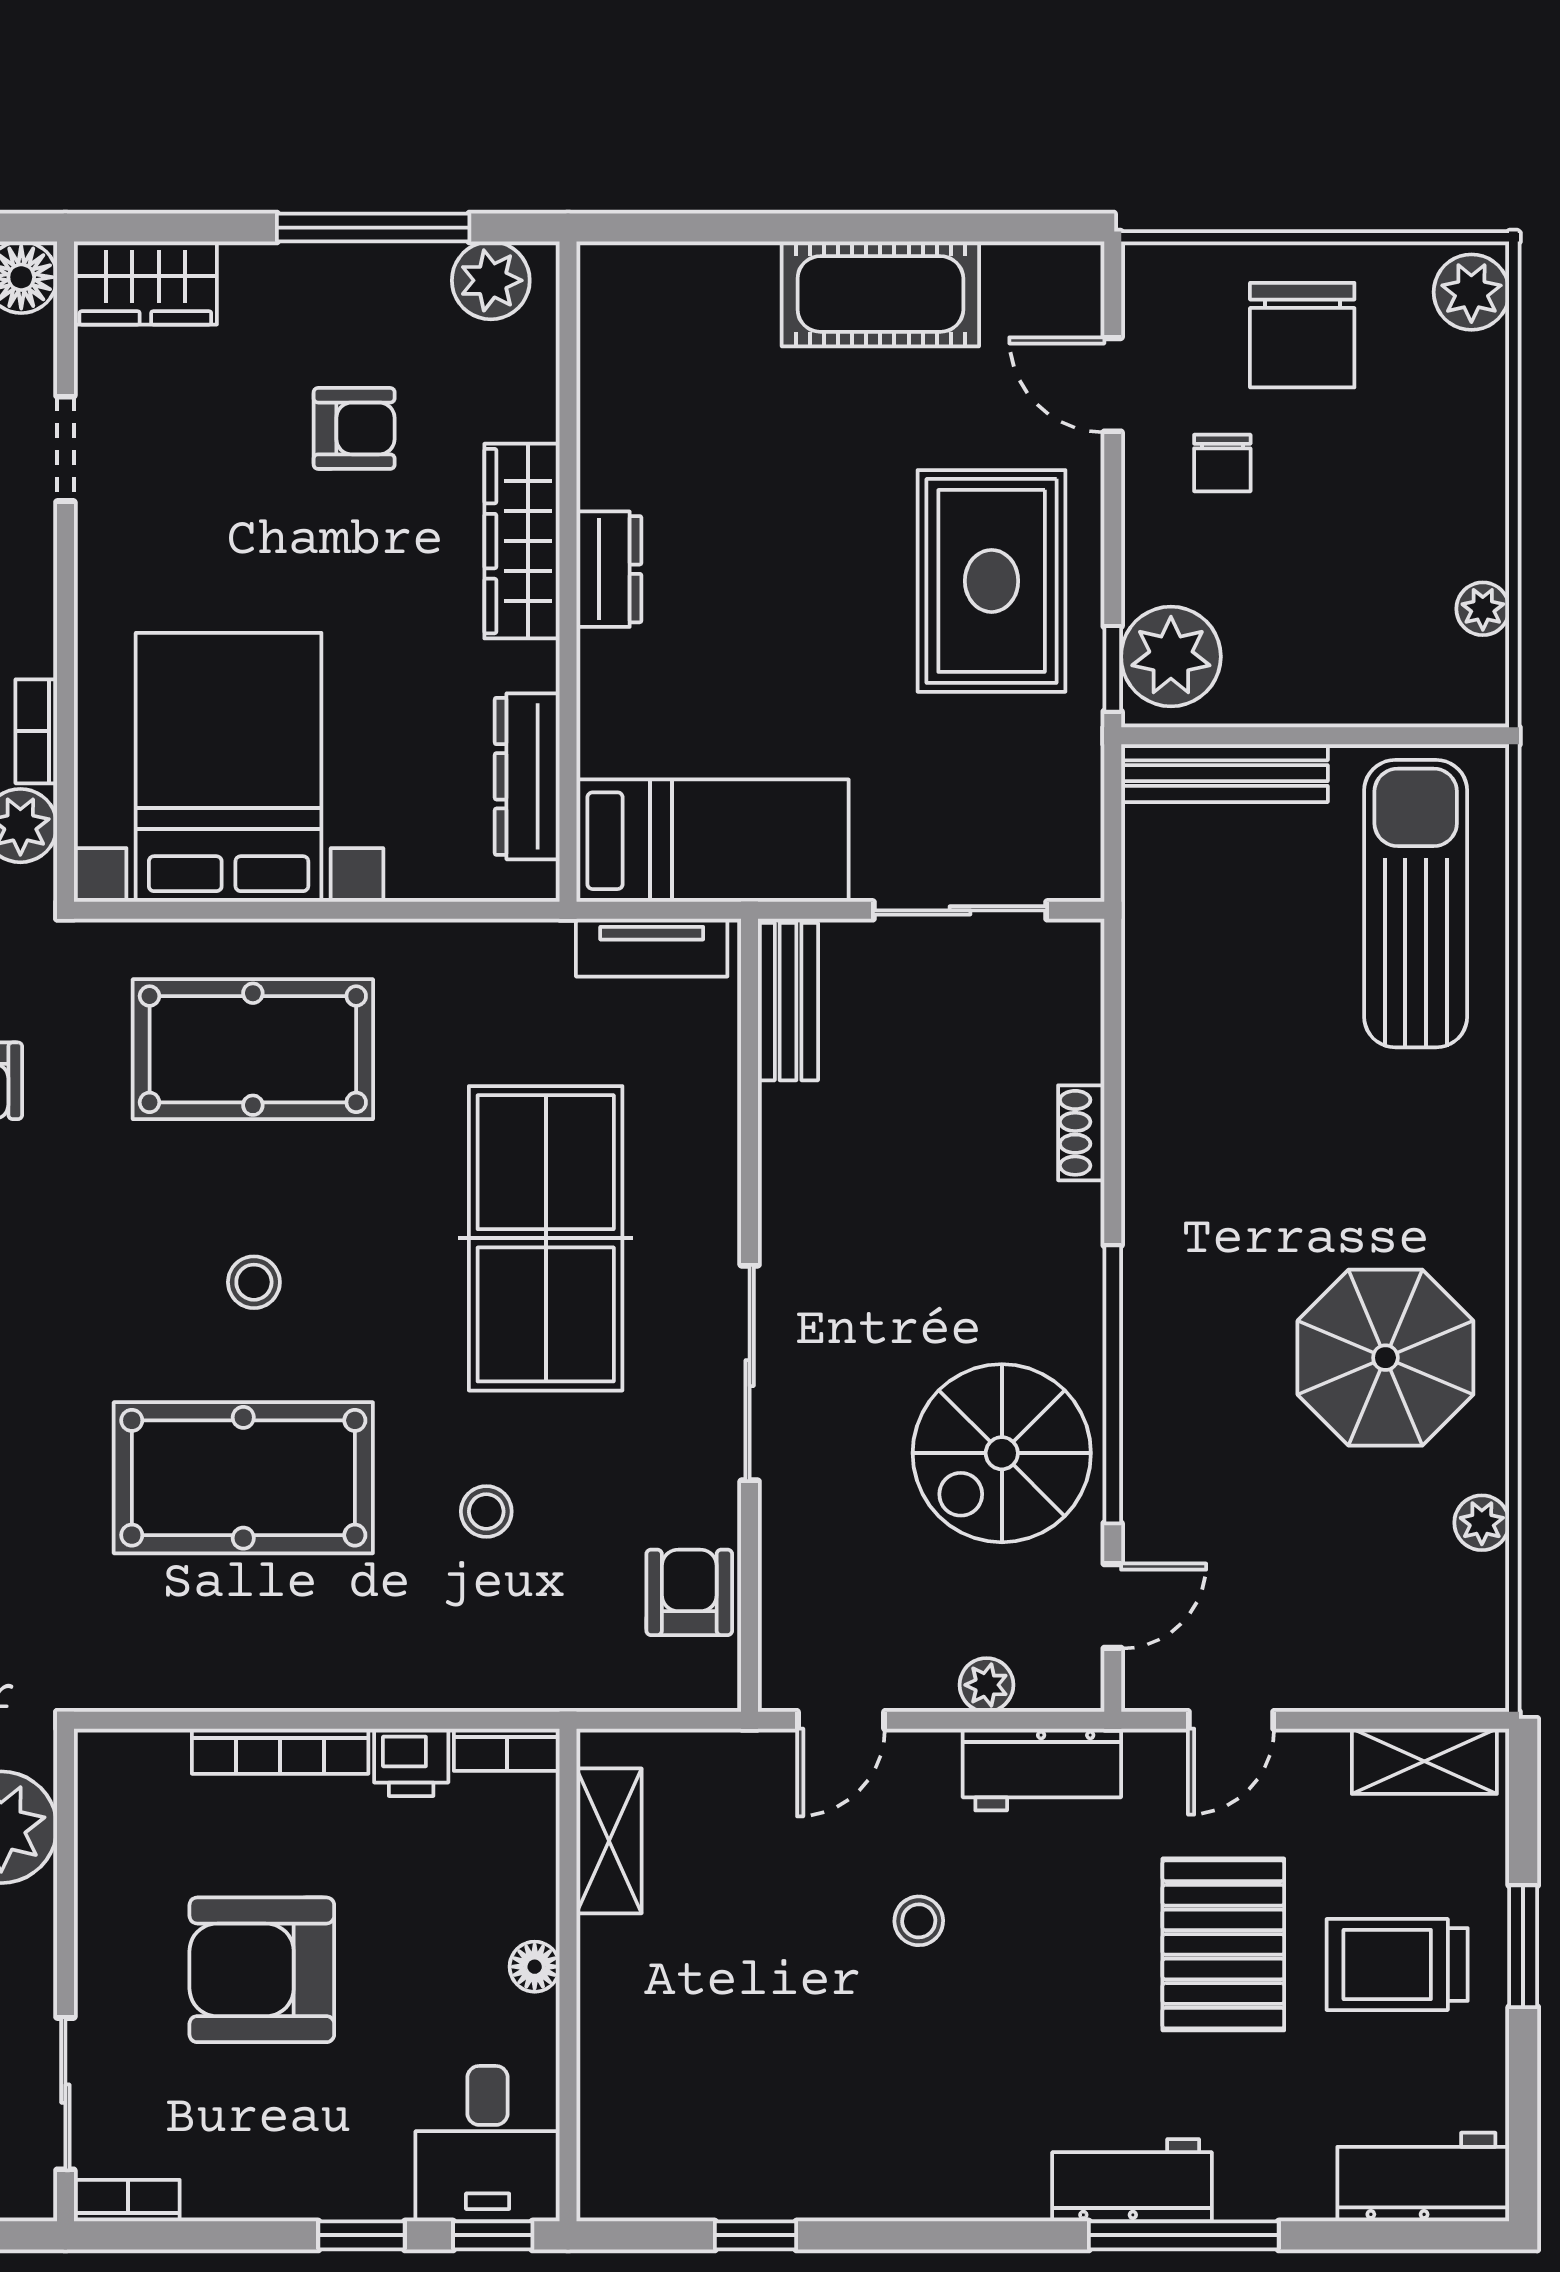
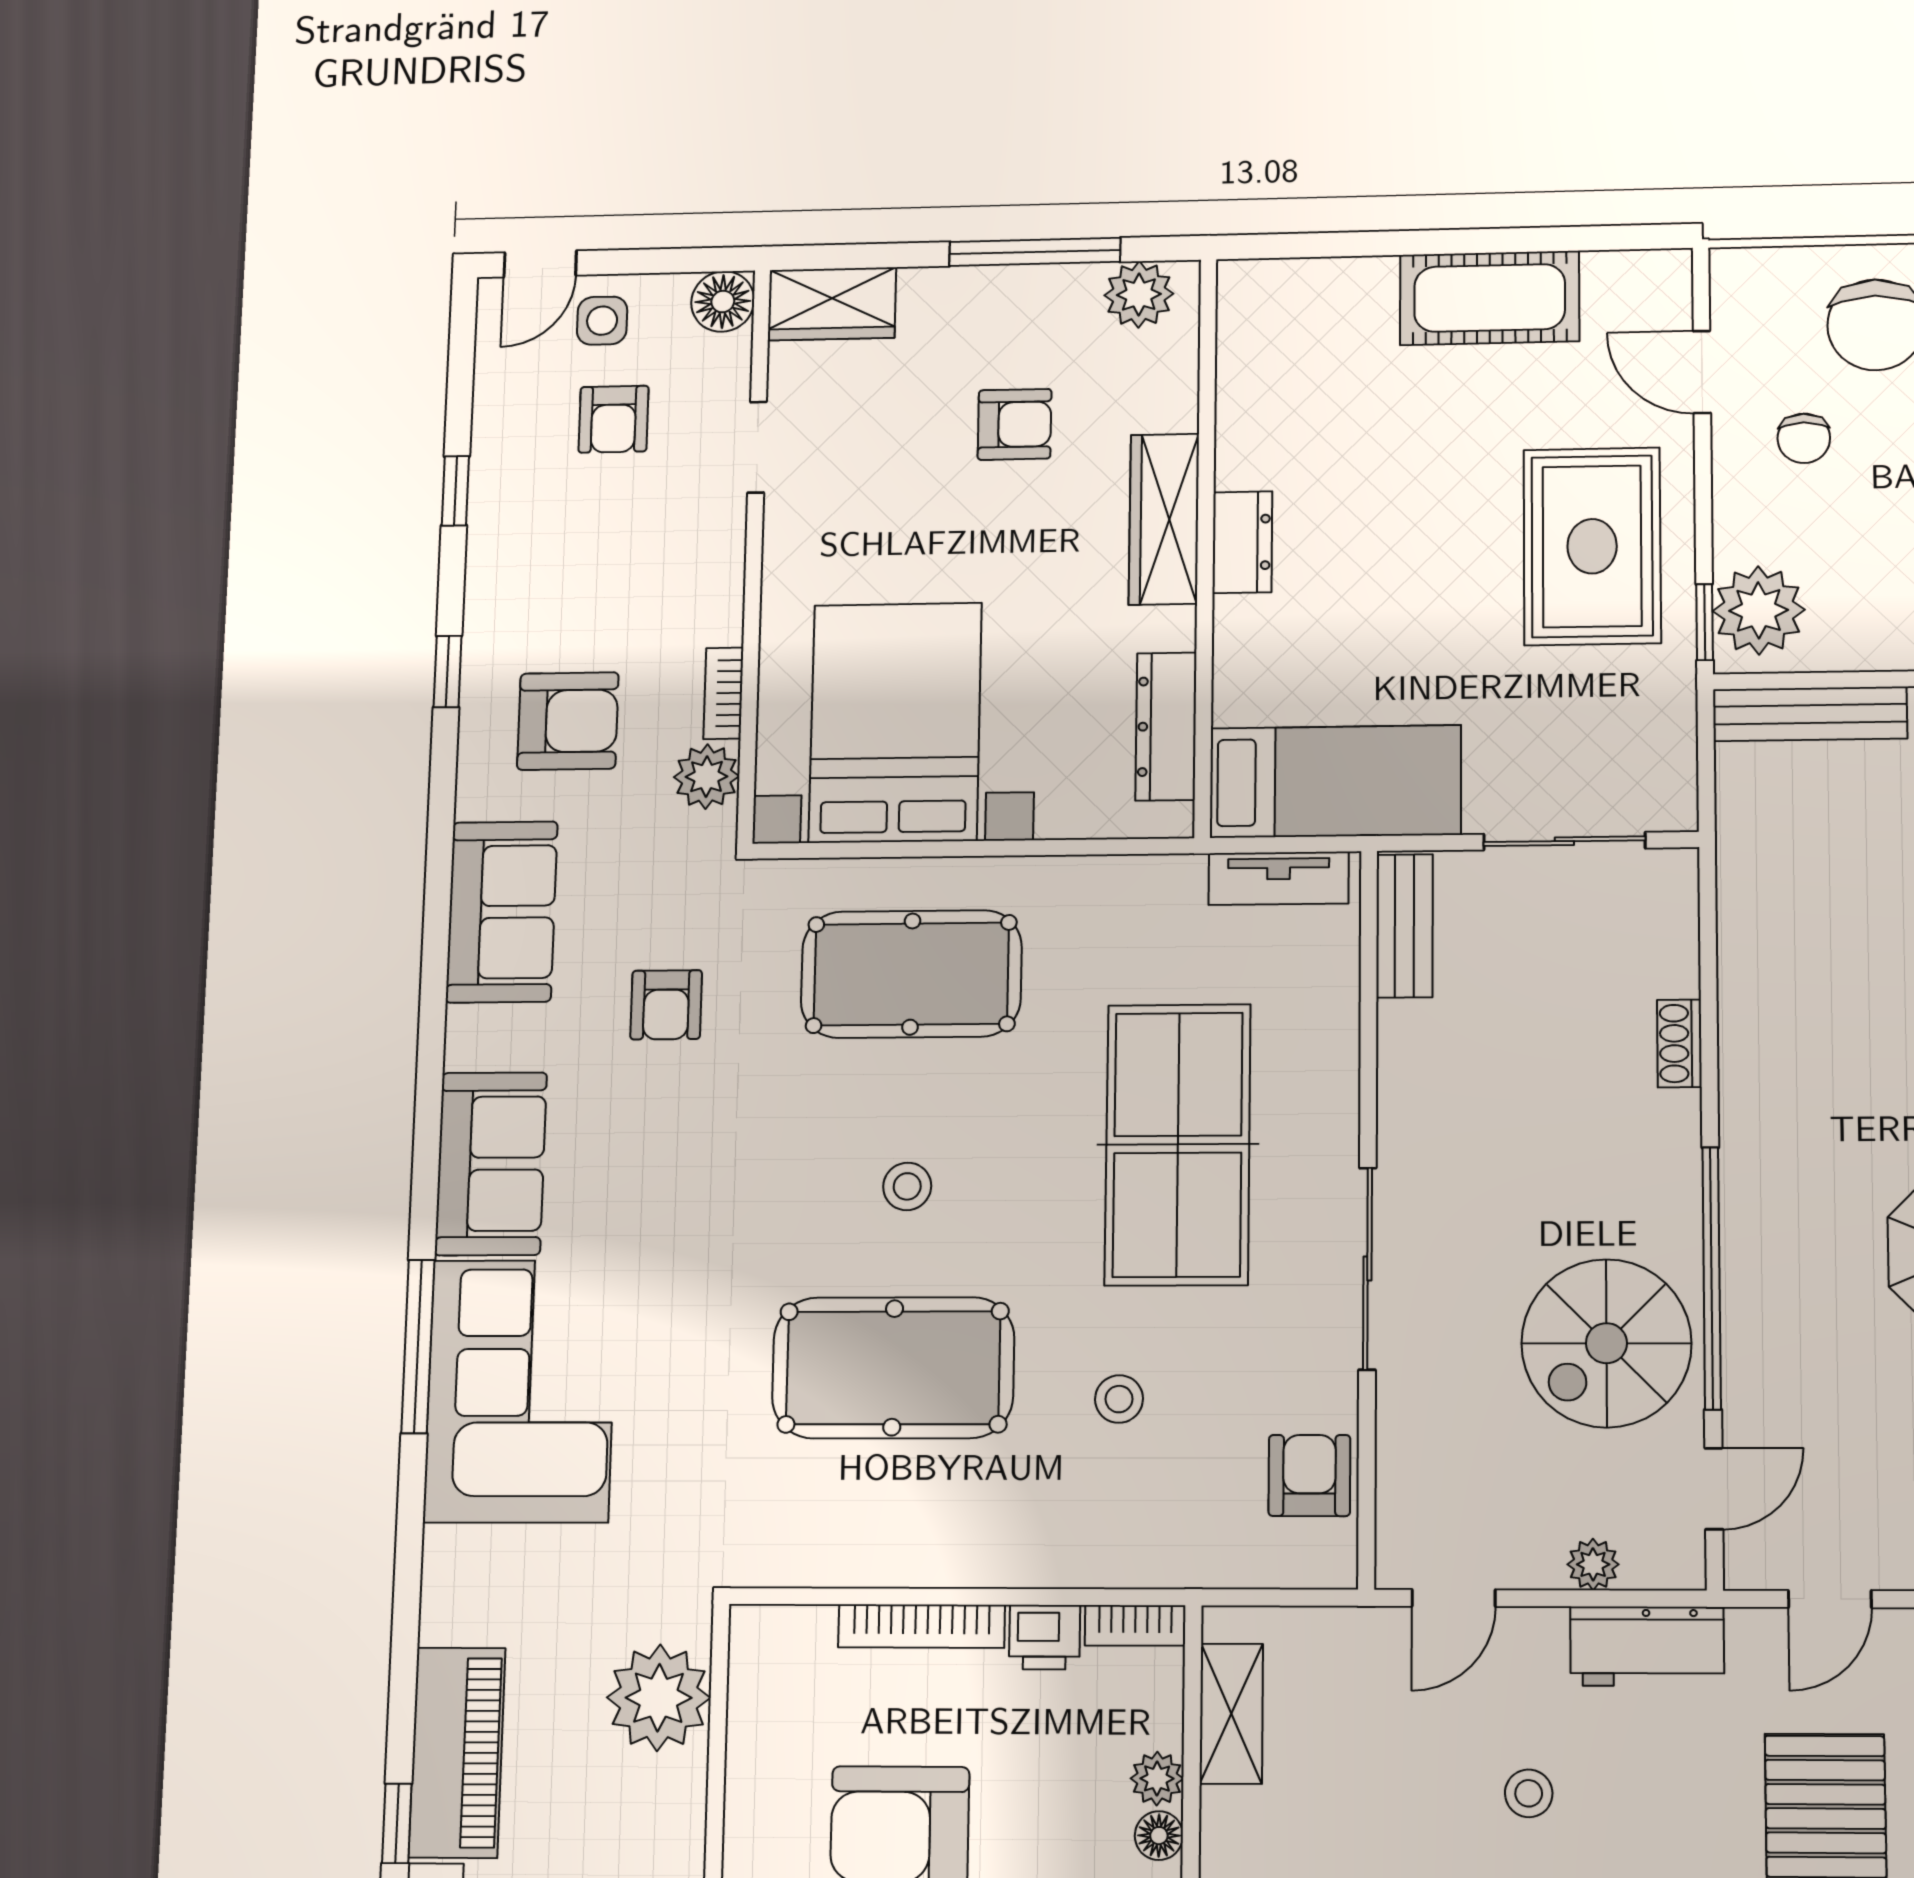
plant: (532, 1908) -> (1157, 1779), added

